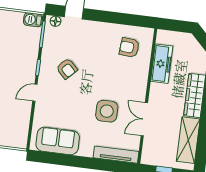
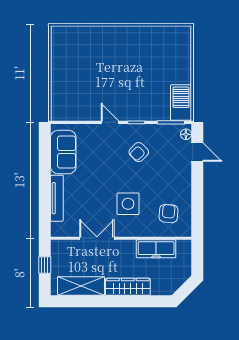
barbecue: (33, 20) -> (181, 103), width x1.88, depth x1.53
side table: (107, 111) -> (128, 204), moved
tv unit: (116, 155) -> (57, 198), moved

